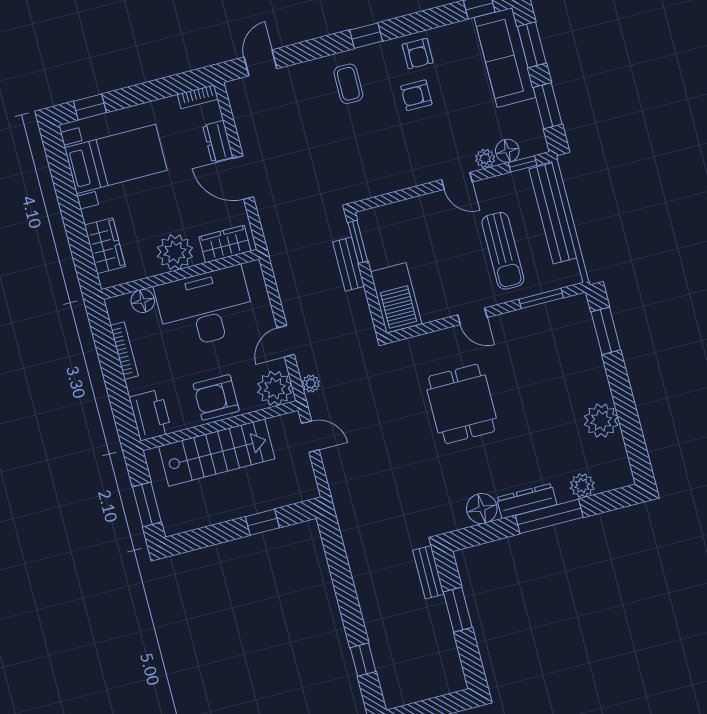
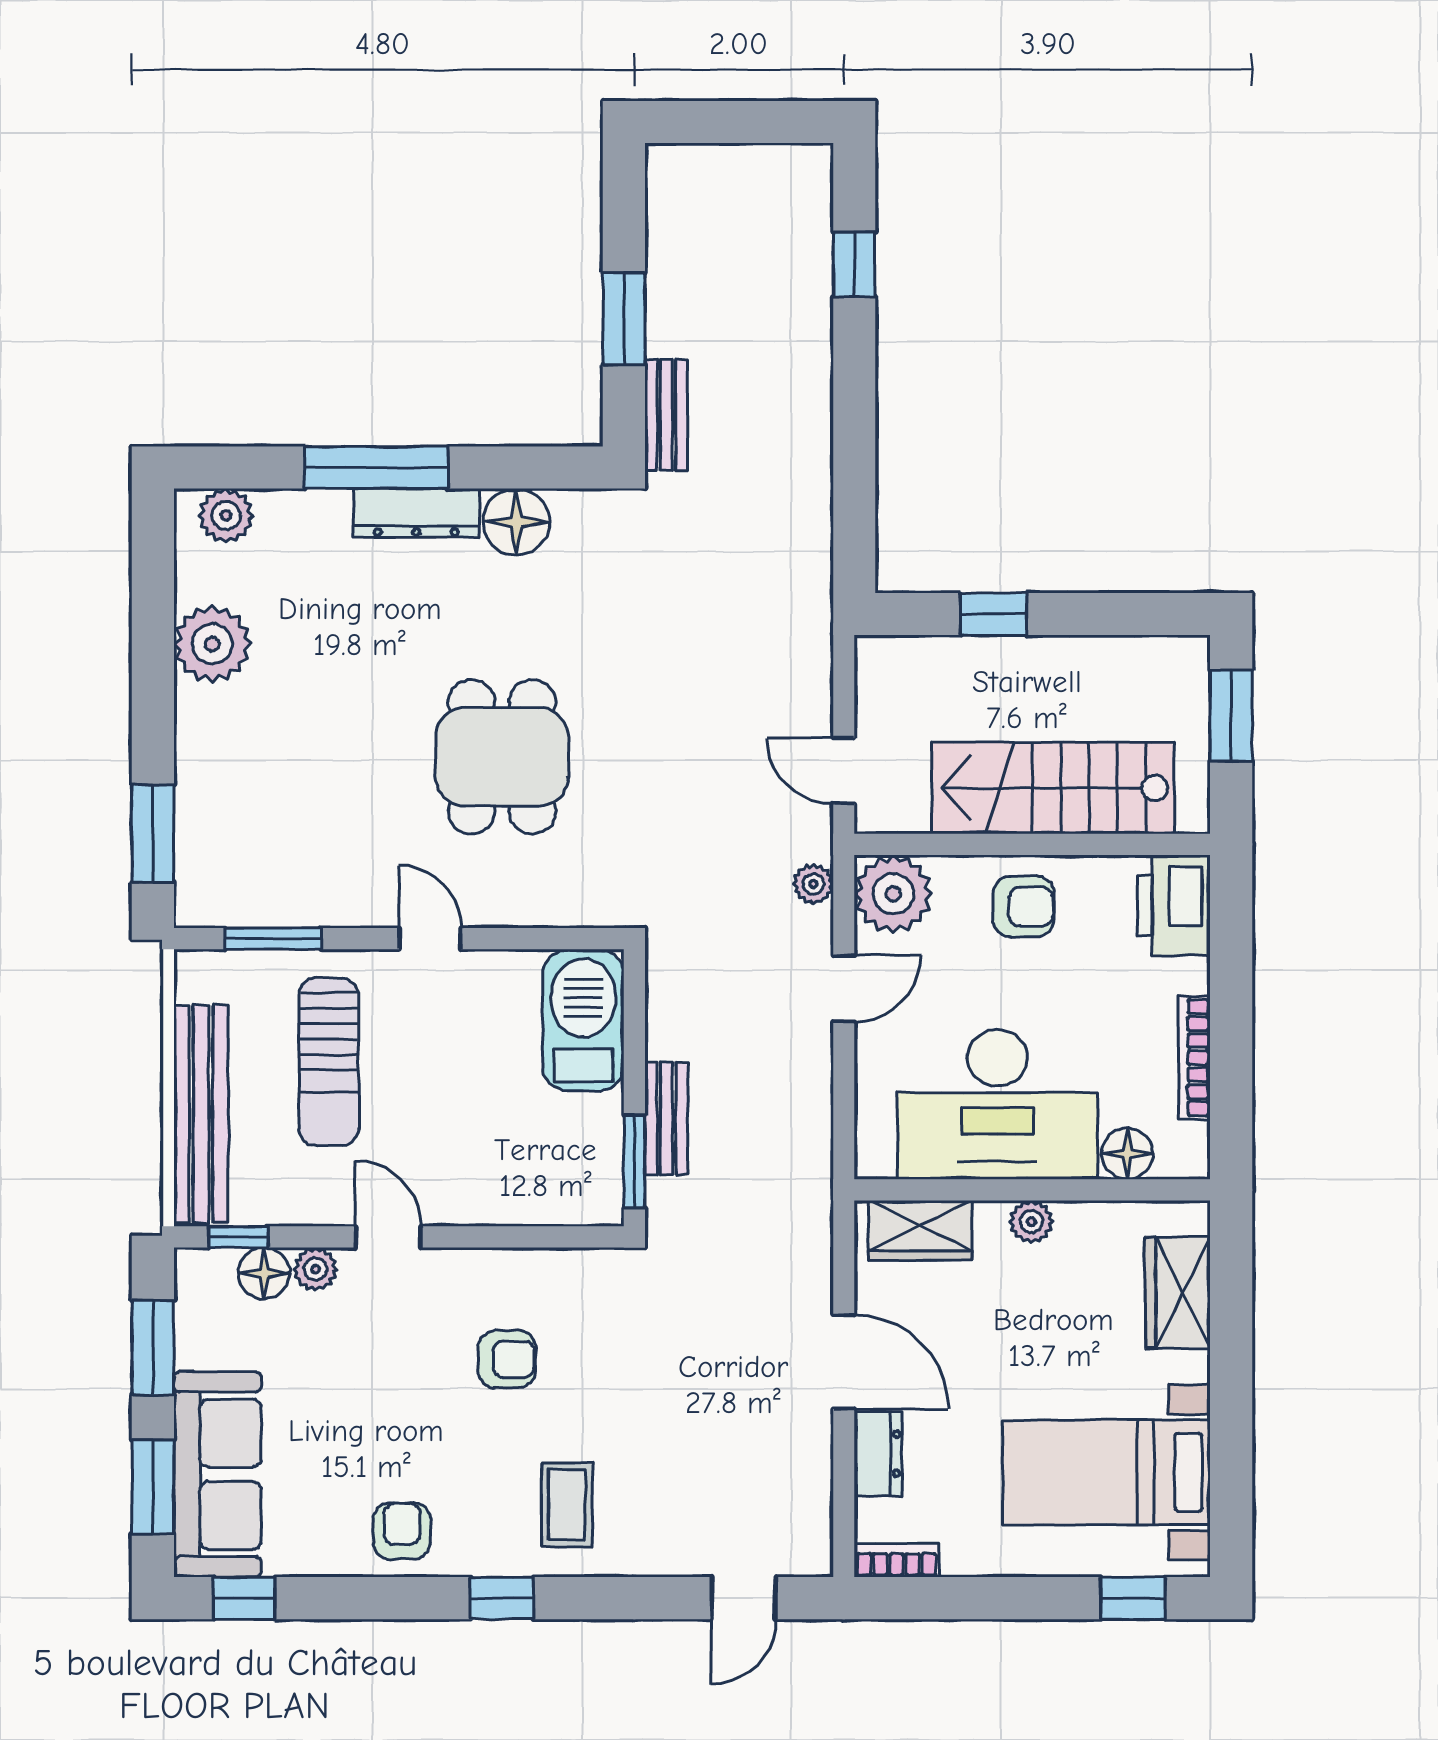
armchair: (416, 95) -> (507, 1359), moved
sun lounger: (503, 251) -> (329, 1062), turned 180
plant: (175, 252) -> (1031, 1222), width x0.53, depth x0.53
armchair: (216, 397) -> (1024, 907), width x0.72, depth x0.72
plant: (582, 485) -> (226, 515), moved

